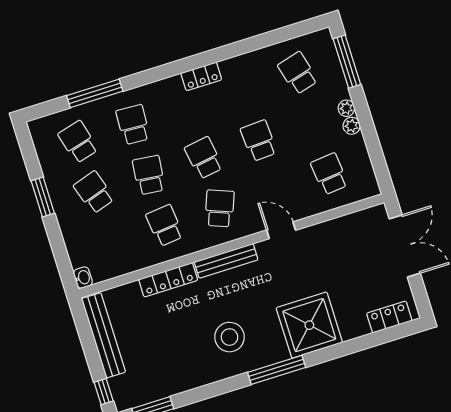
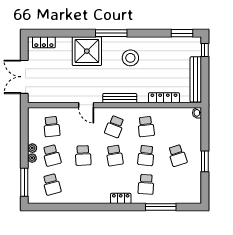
locker: (201, 76) -> (121, 198), moved
school desk: (78, 142) -> (52, 155), moved
locker: (168, 280) -> (164, 98), moved

